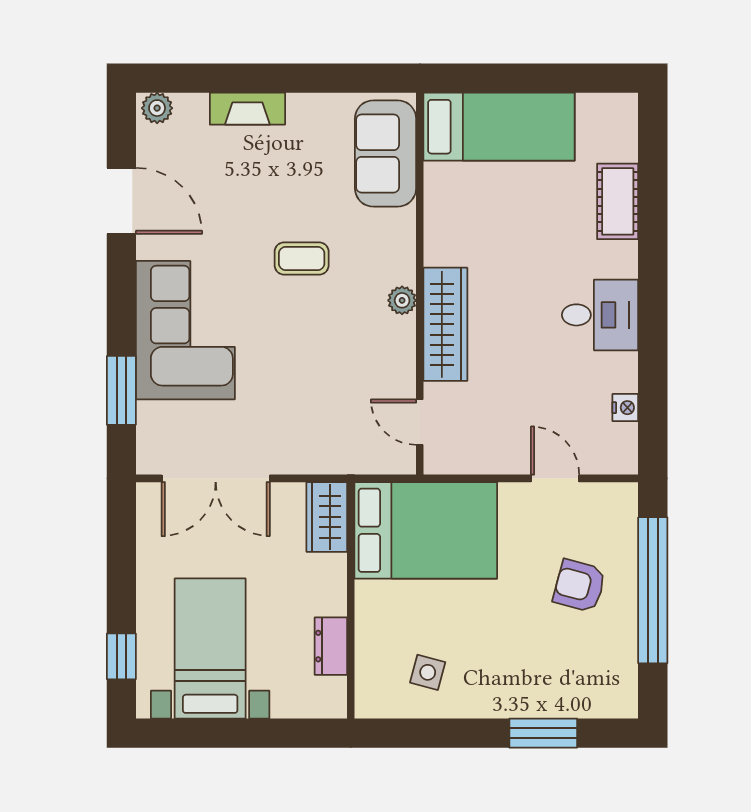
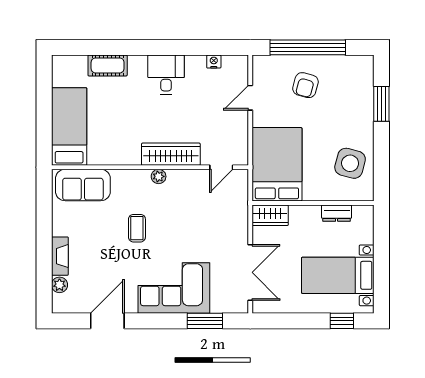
plant: (157, 108) -> (59, 285), moved
side table: (428, 672) -> (350, 163), width x1.87, depth x1.87

